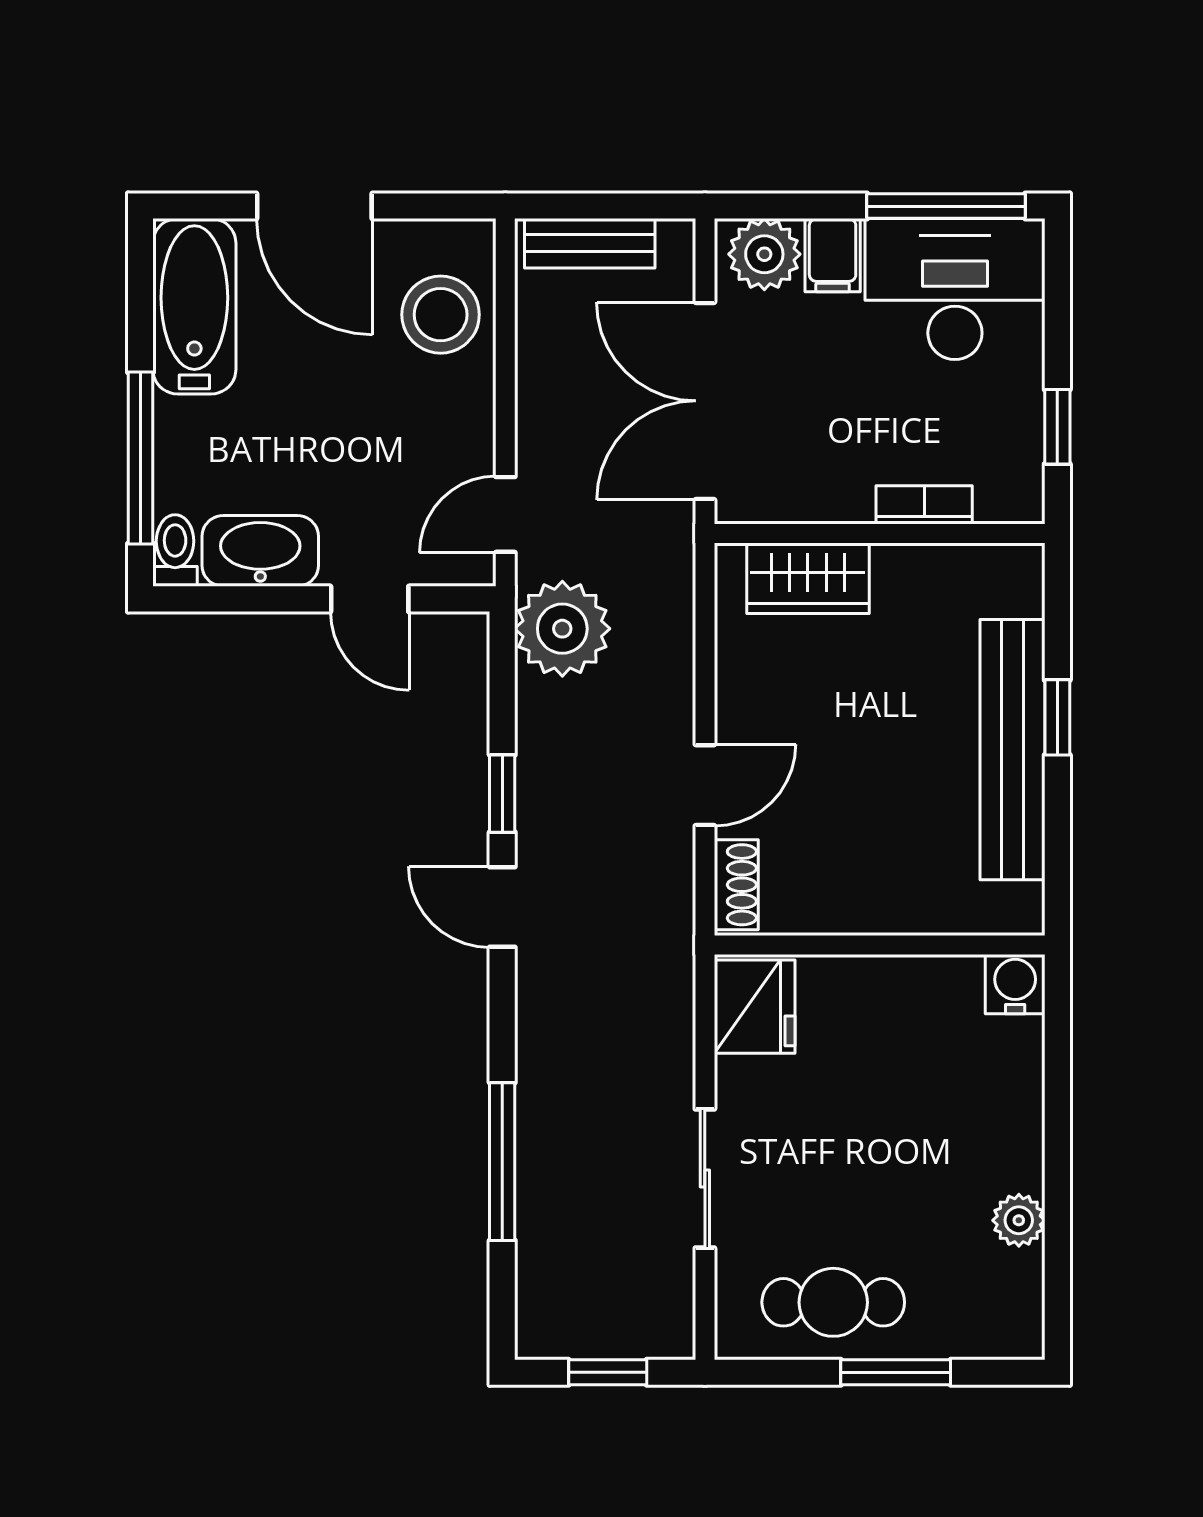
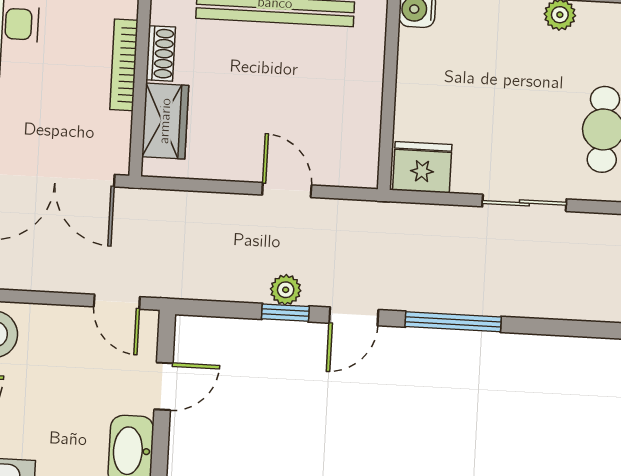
bookcase: (924, 505) -> (124, 65), width x1.56
plant: (562, 629) -> (286, 290), moved, width x0.53, depth x0.53
shoe rack: (736, 885) -> (161, 53), moved, turned 90
window: (502, 1162) -> (453, 322), moved

